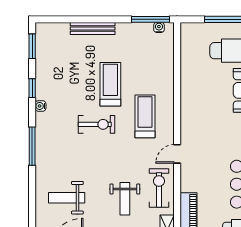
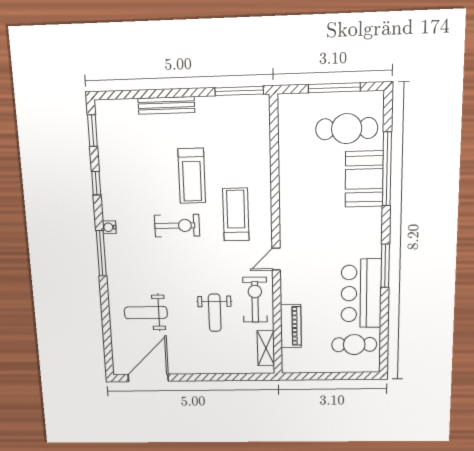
water cooler: (159, 27) -> (250, 101), removed
treadmill: (110, 84) -> (192, 176), turned 180
water cooler: (40, 106) -> (109, 227), moved

